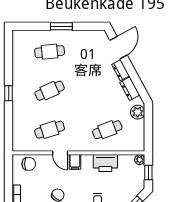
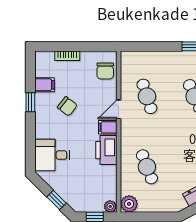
plant: (138, 112) -> (129, 204), moved
printer: (105, 163) -> (106, 150), moved

